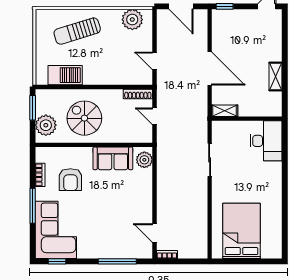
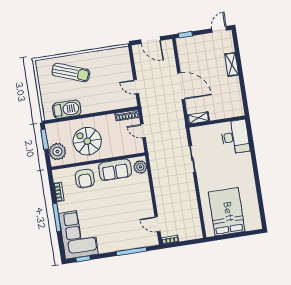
plant: (132, 20) -> (113, 57), removed
sun lounger: (77, 31) -> (71, 73), turned -143
shelving: (276, 76) -> (232, 64), moved
armchair: (70, 180) -> (85, 179), moved

